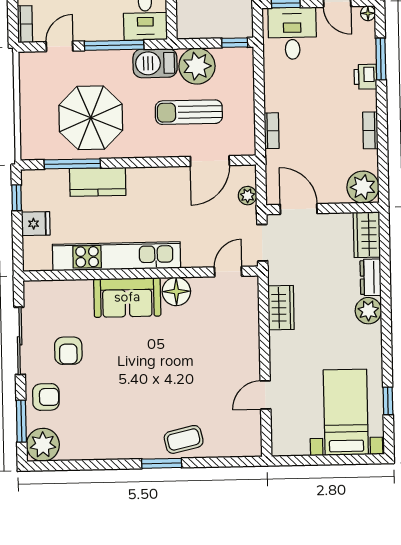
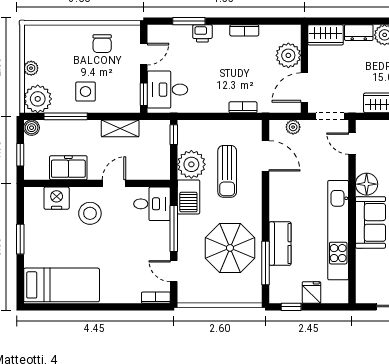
floor lamp: (368, 13) -> (153, 30), removed
plant: (363, 187) -> (288, 55), moved

